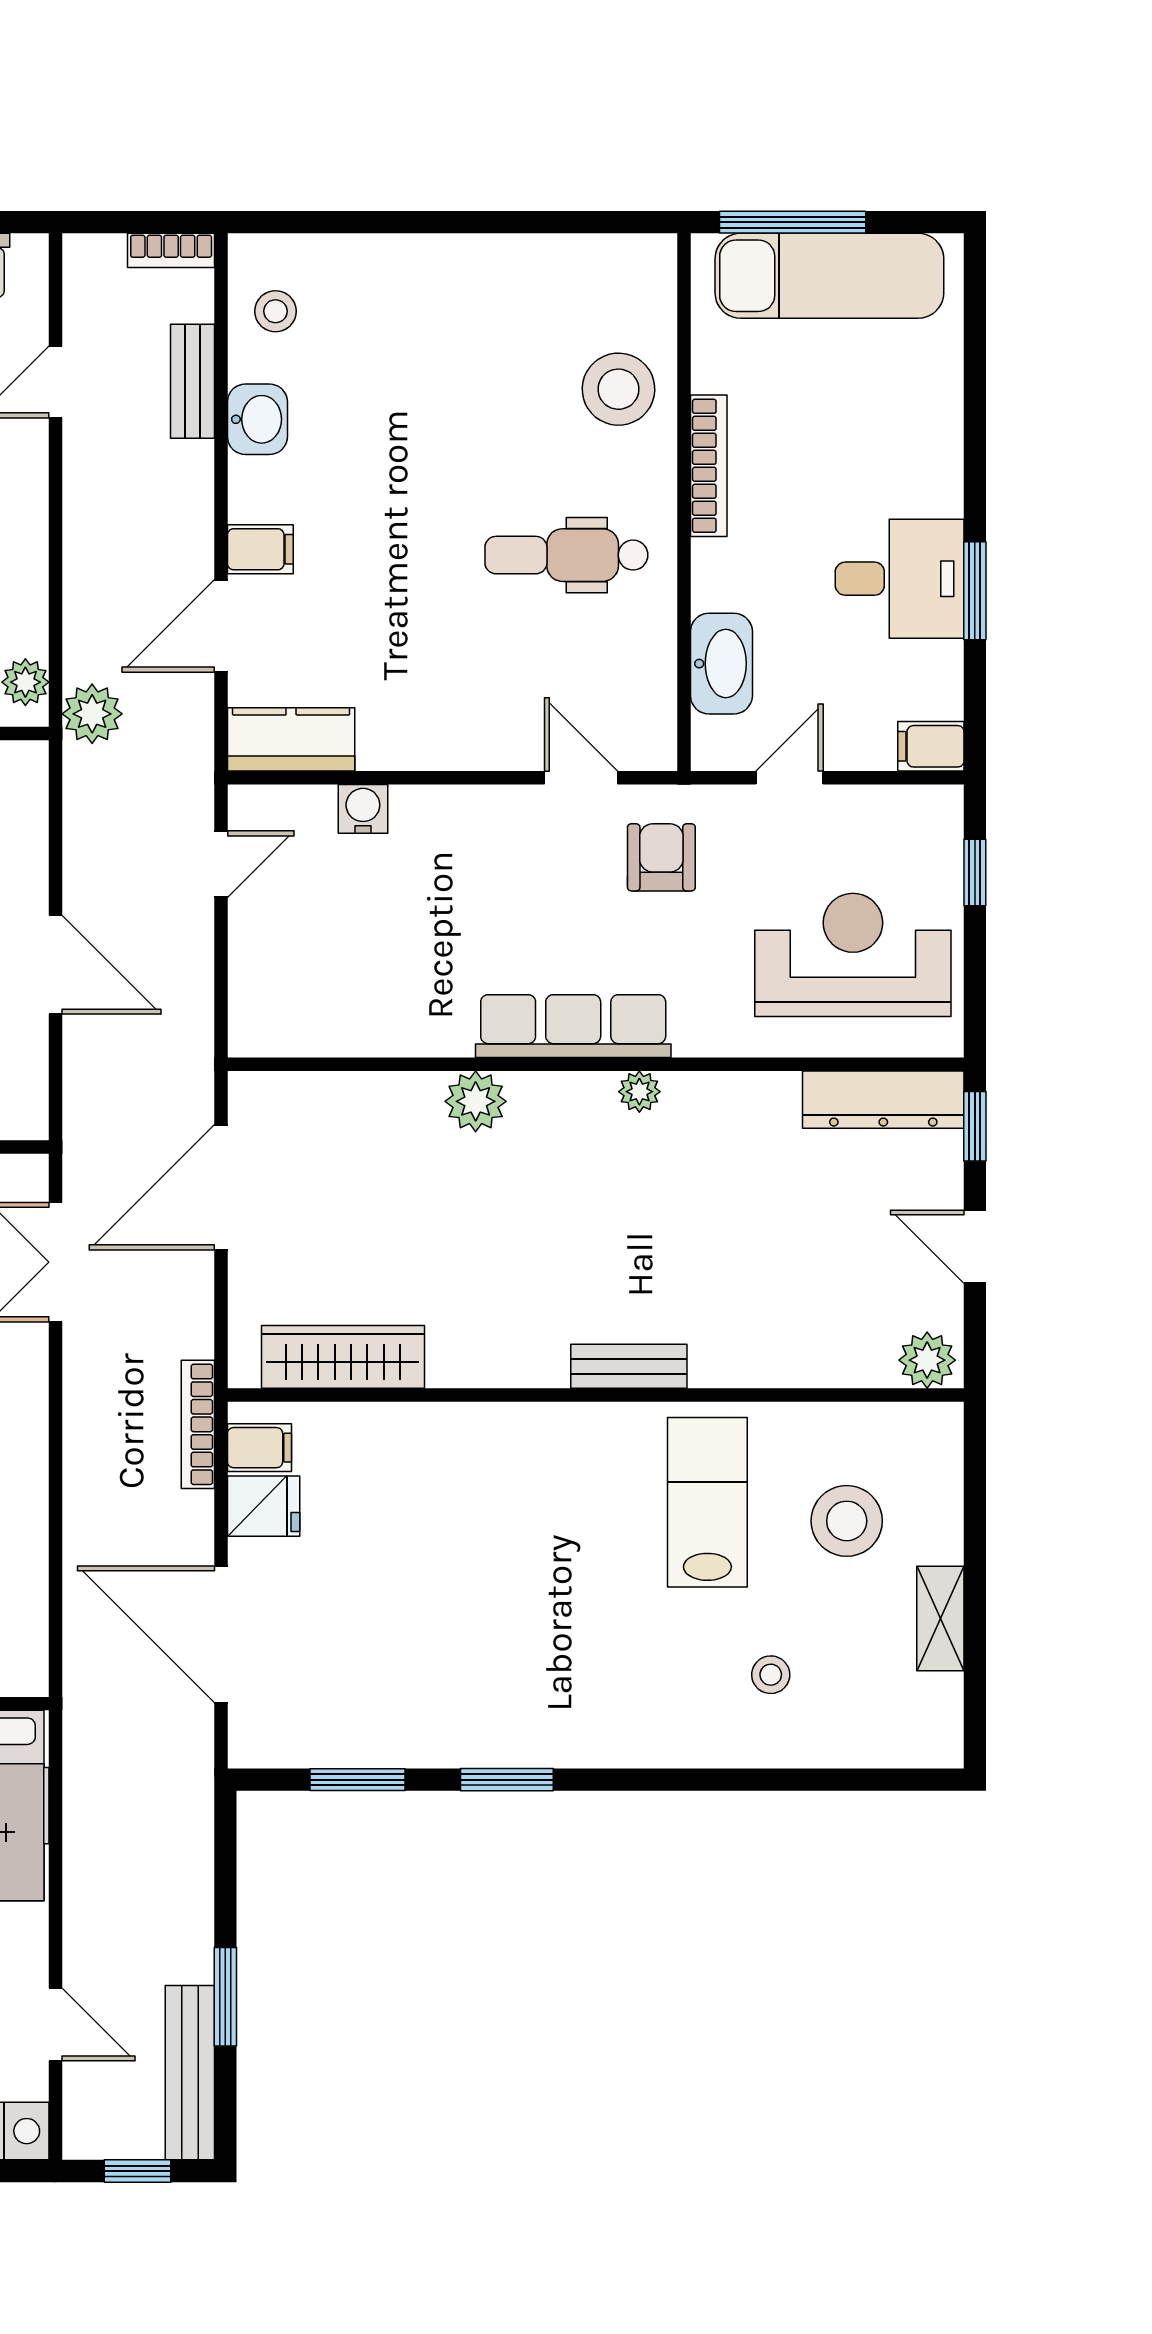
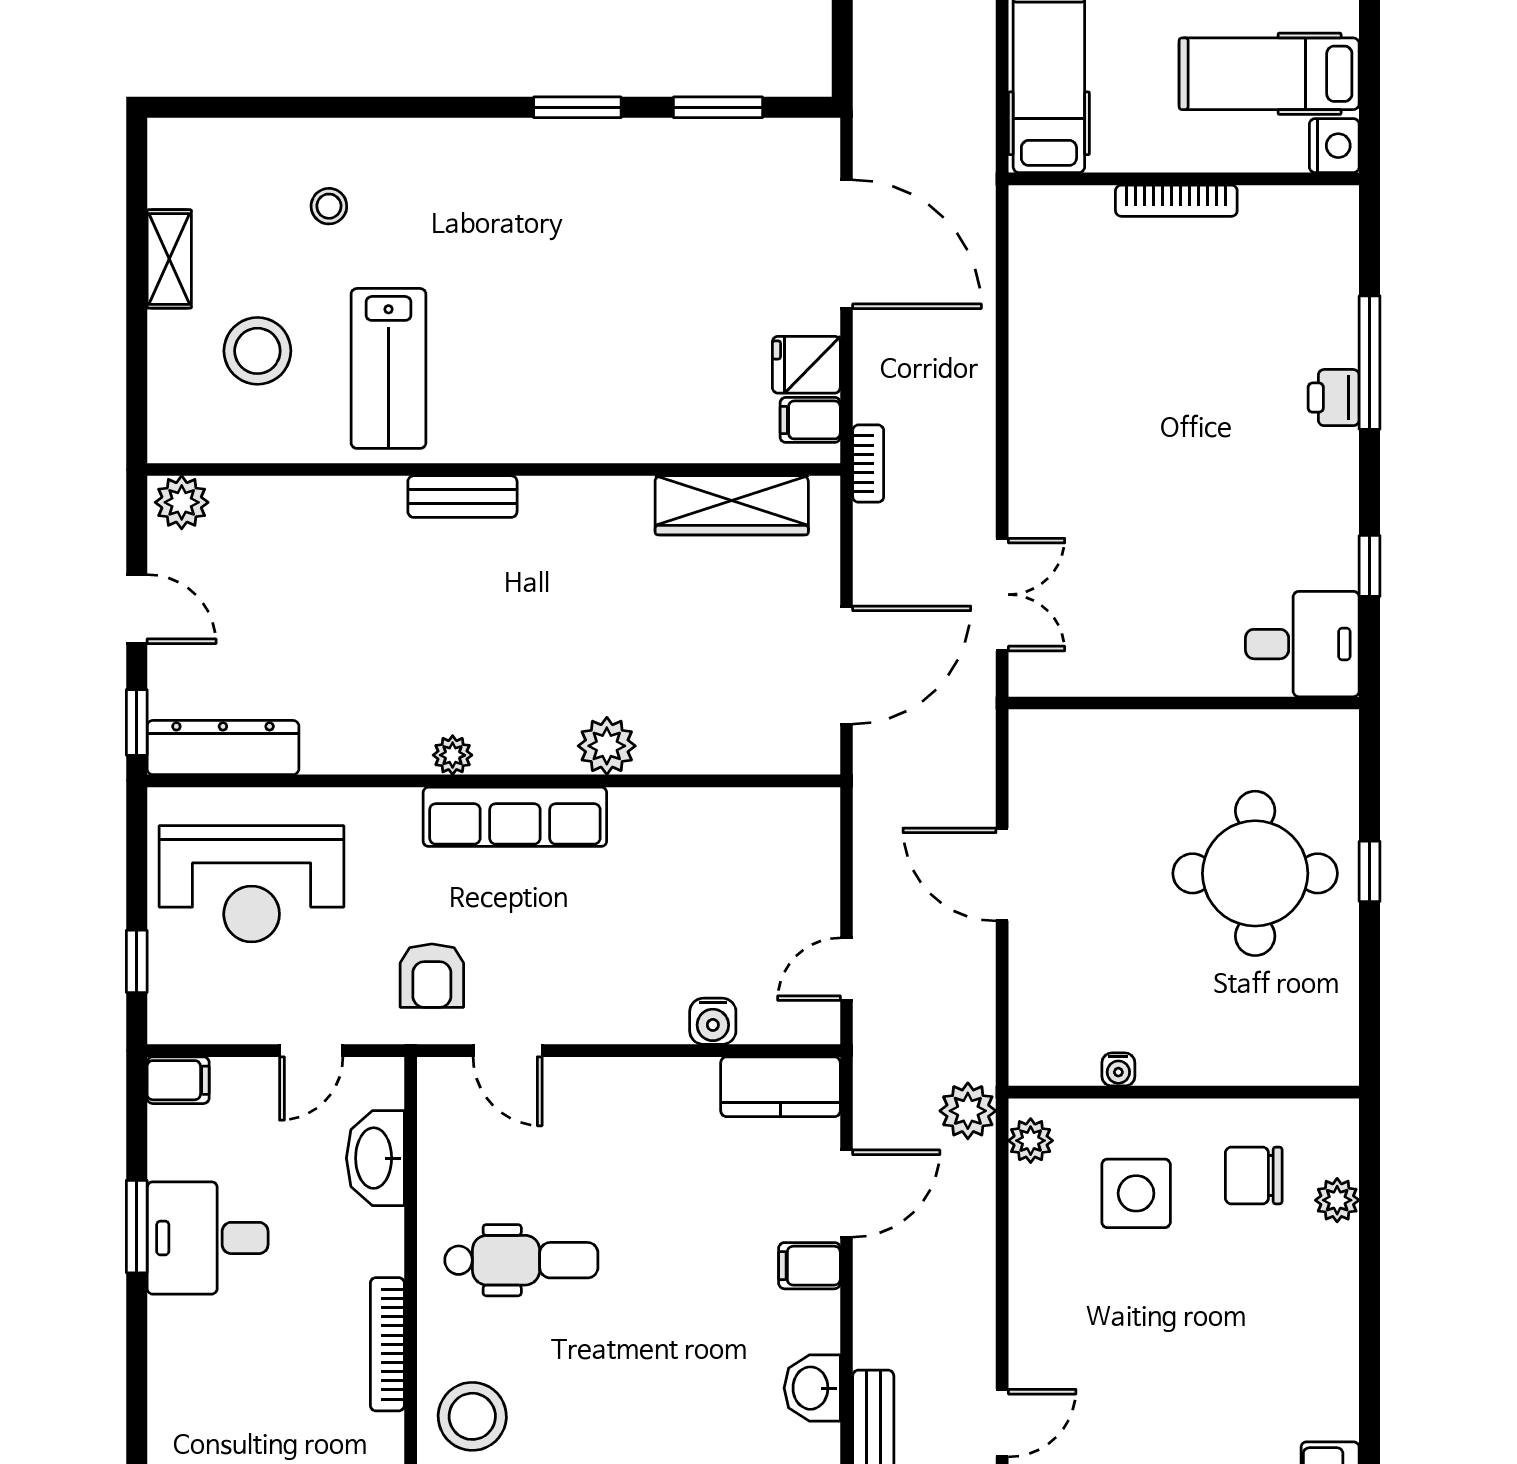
bookcase: (198, 1424) -> (868, 464), width x0.64

